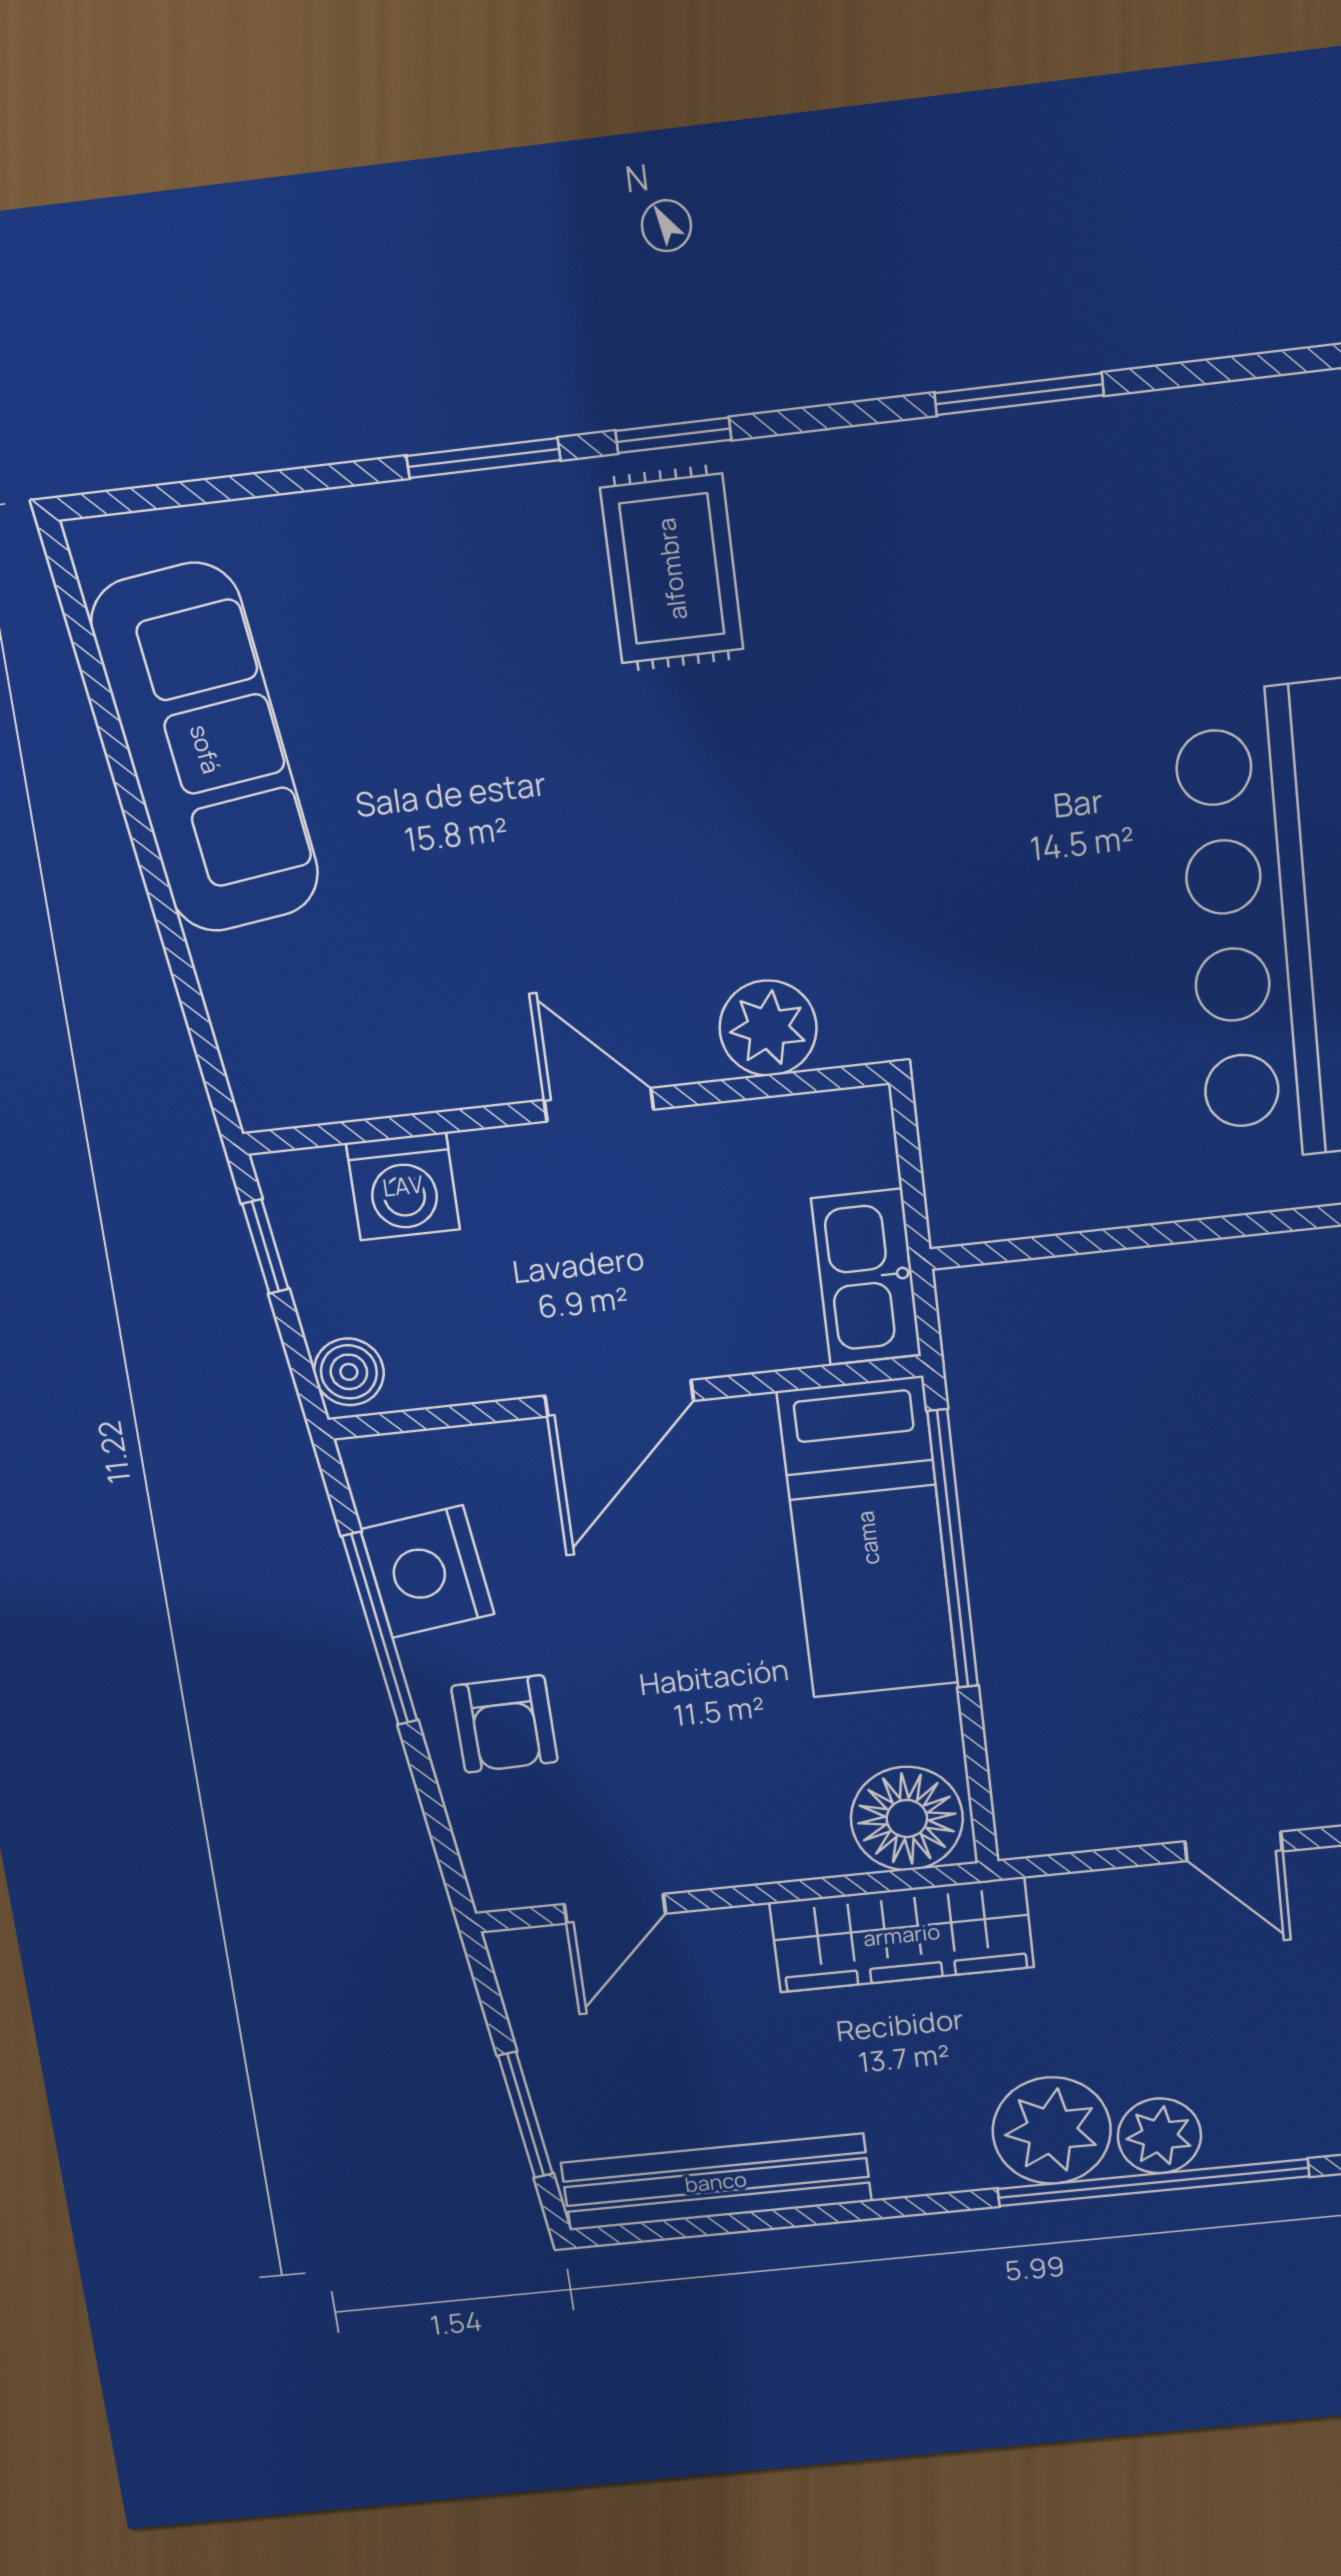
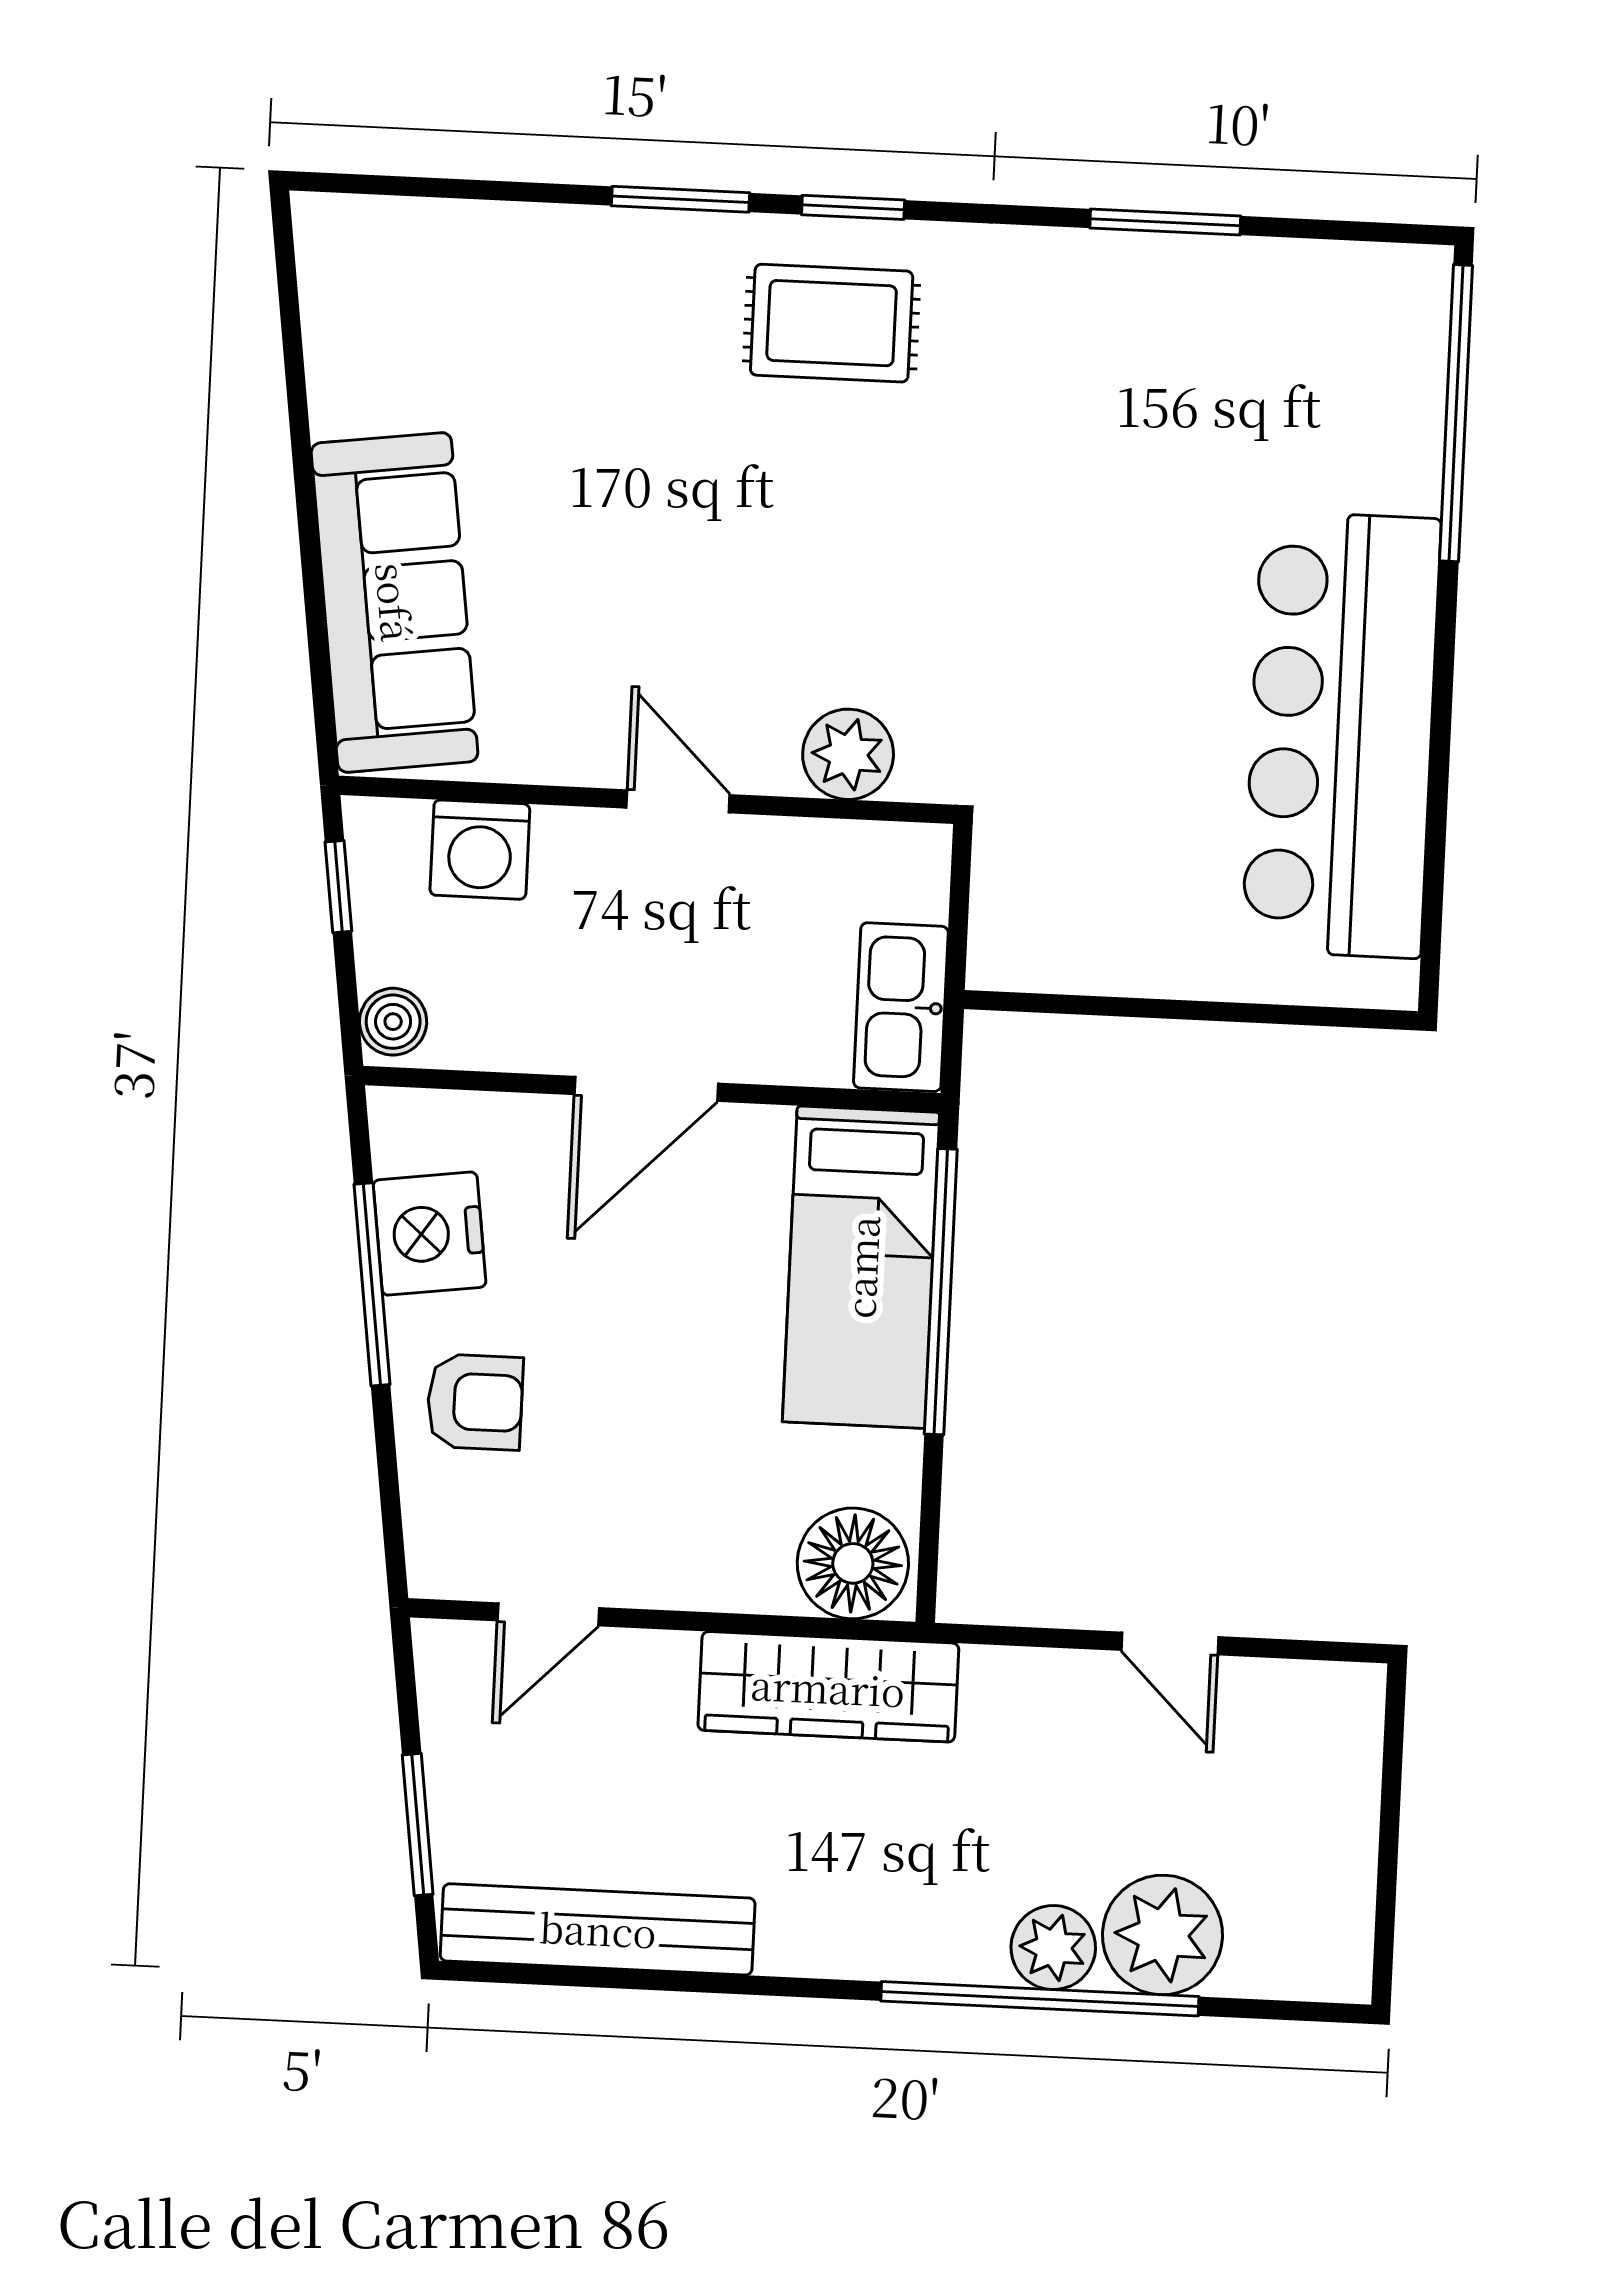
rug: (672, 569) -> (832, 323), turned 90
sofa: (205, 749) -> (395, 602), moved
armchair: (505, 1724) -> (475, 1402), turned -89
plant: (1052, 2131) -> (1163, 1935), moved

